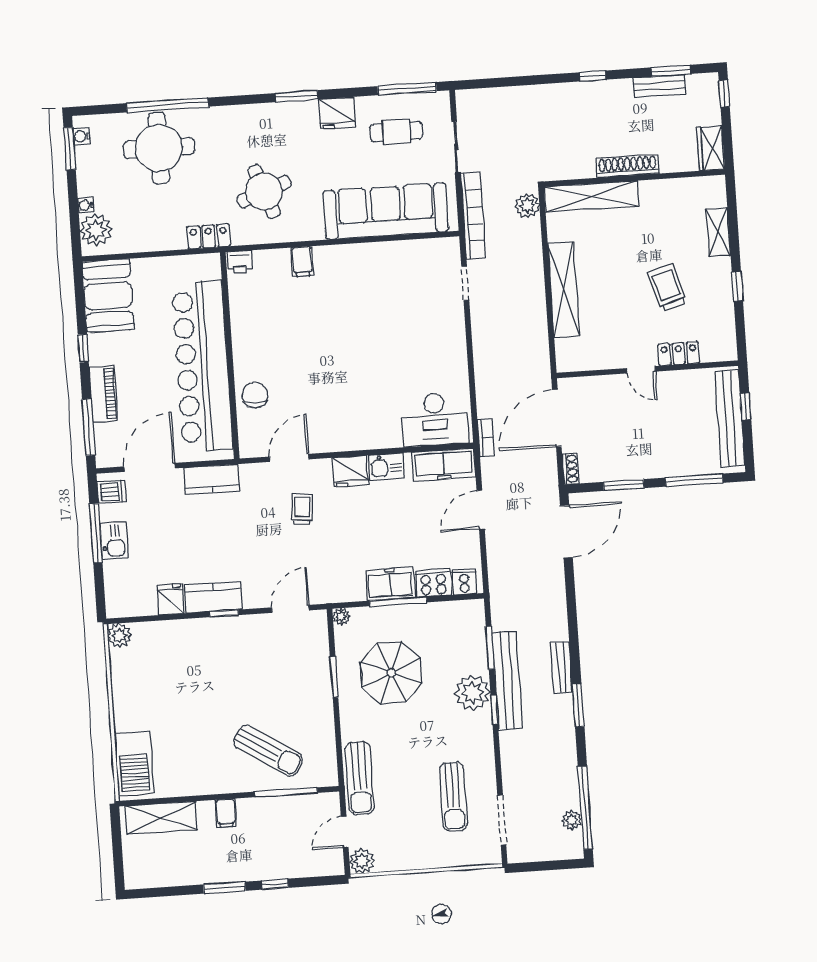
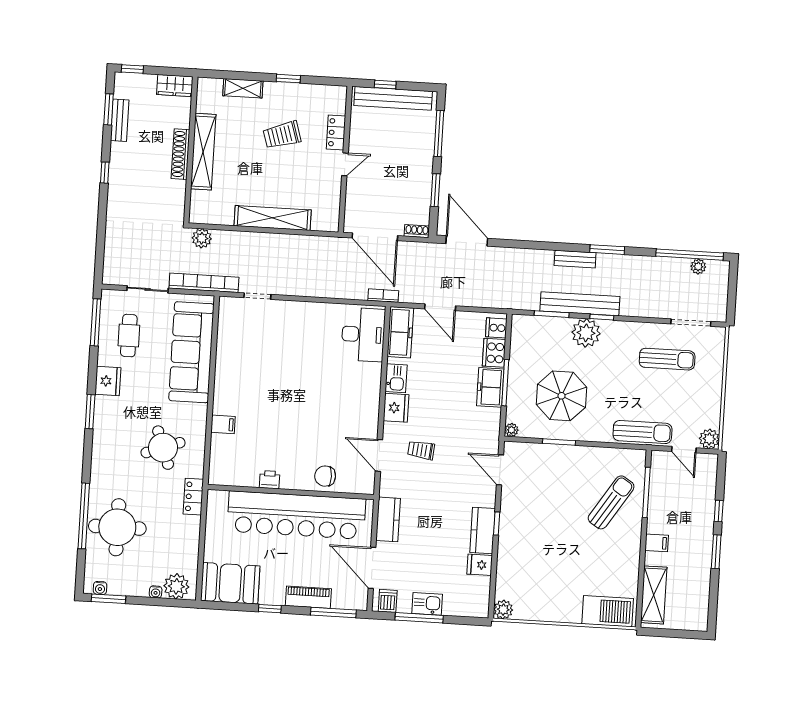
shelving: (591, 196) -> (203, 152), moved
printer: (240, 262) -> (270, 480), moved, turned -90

